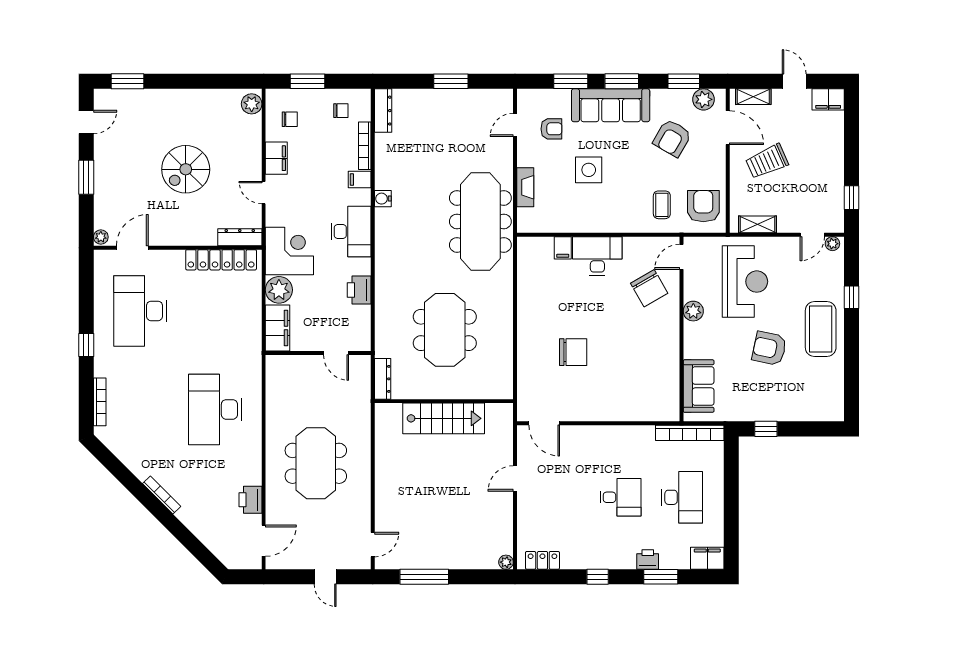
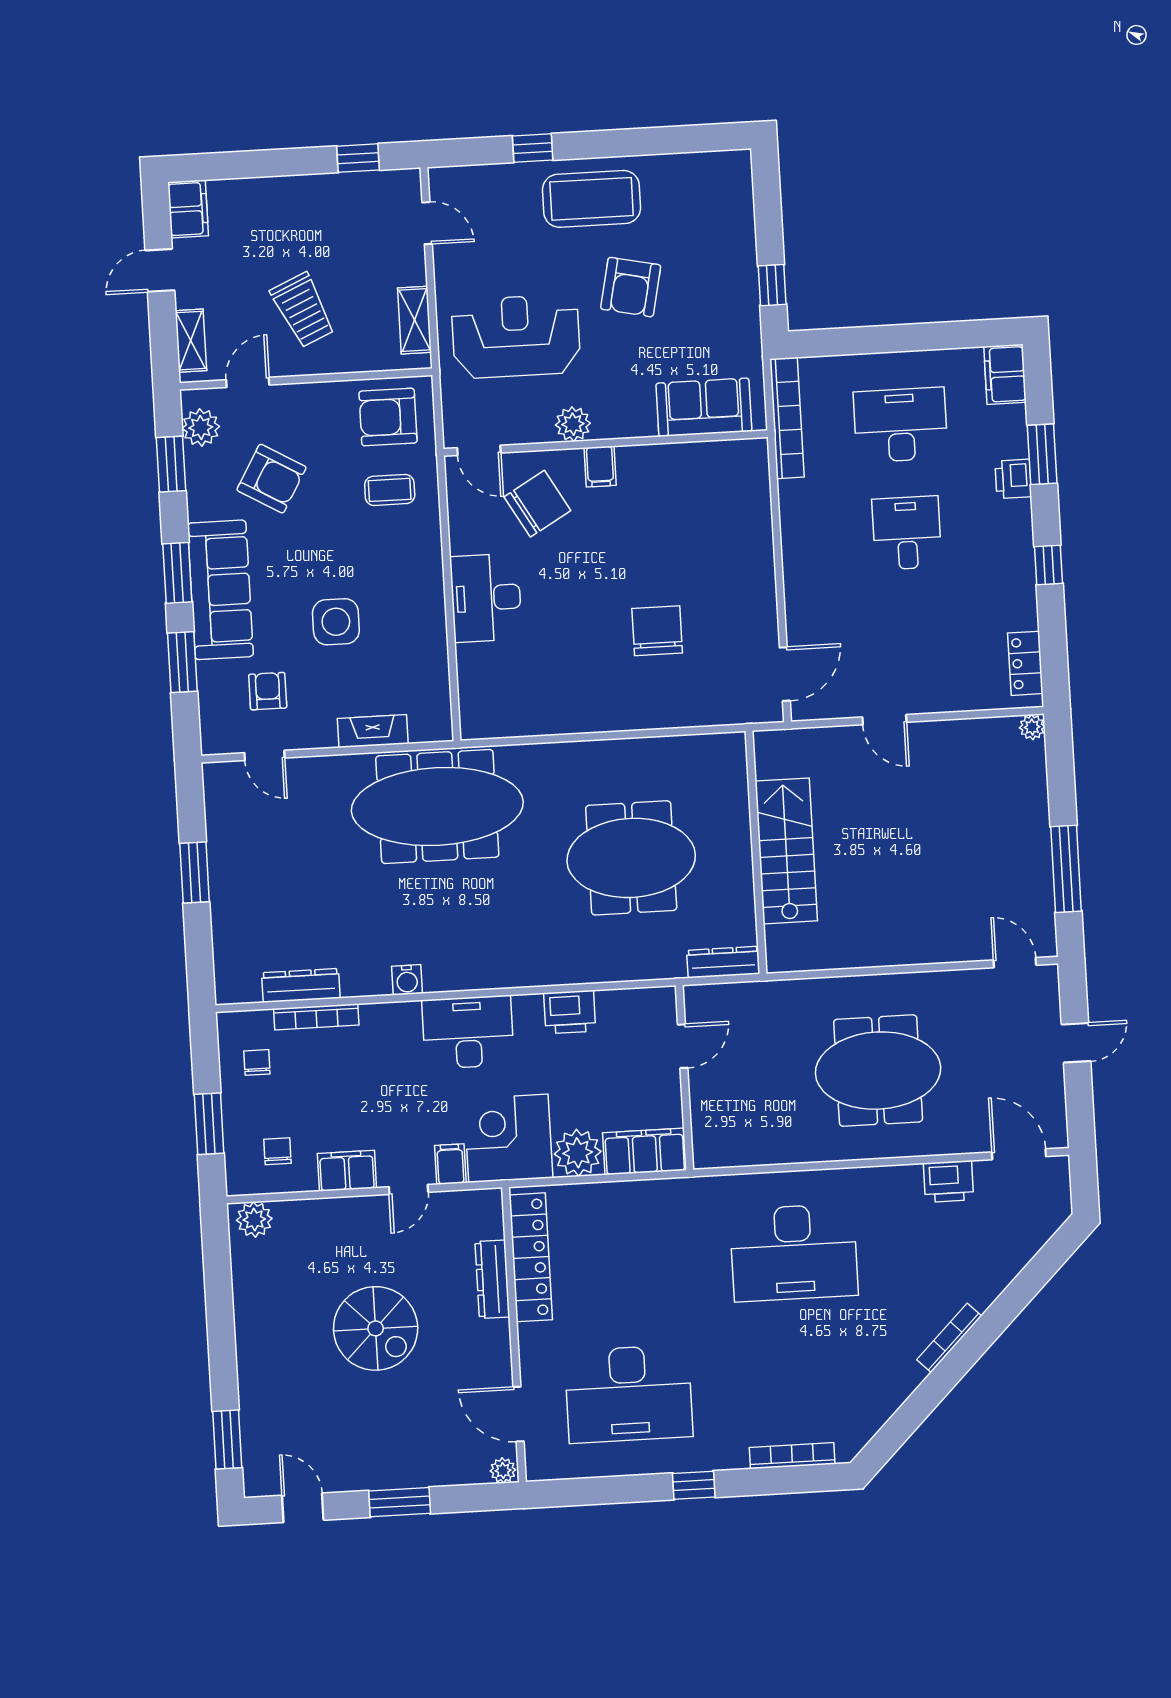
dresser: (383, 111) -> (301, 985), moved
door: (728, 128) -> (248, 382), width x0.73
filing cabinet: (360, 180) -> (450, 1164), moved, turned 180
dresser: (240, 237) -> (492, 1279), moved
plant: (832, 244) -> (441, 187), removed
filing cabinet: (563, 248) -> (600, 466), moved, turned 90

